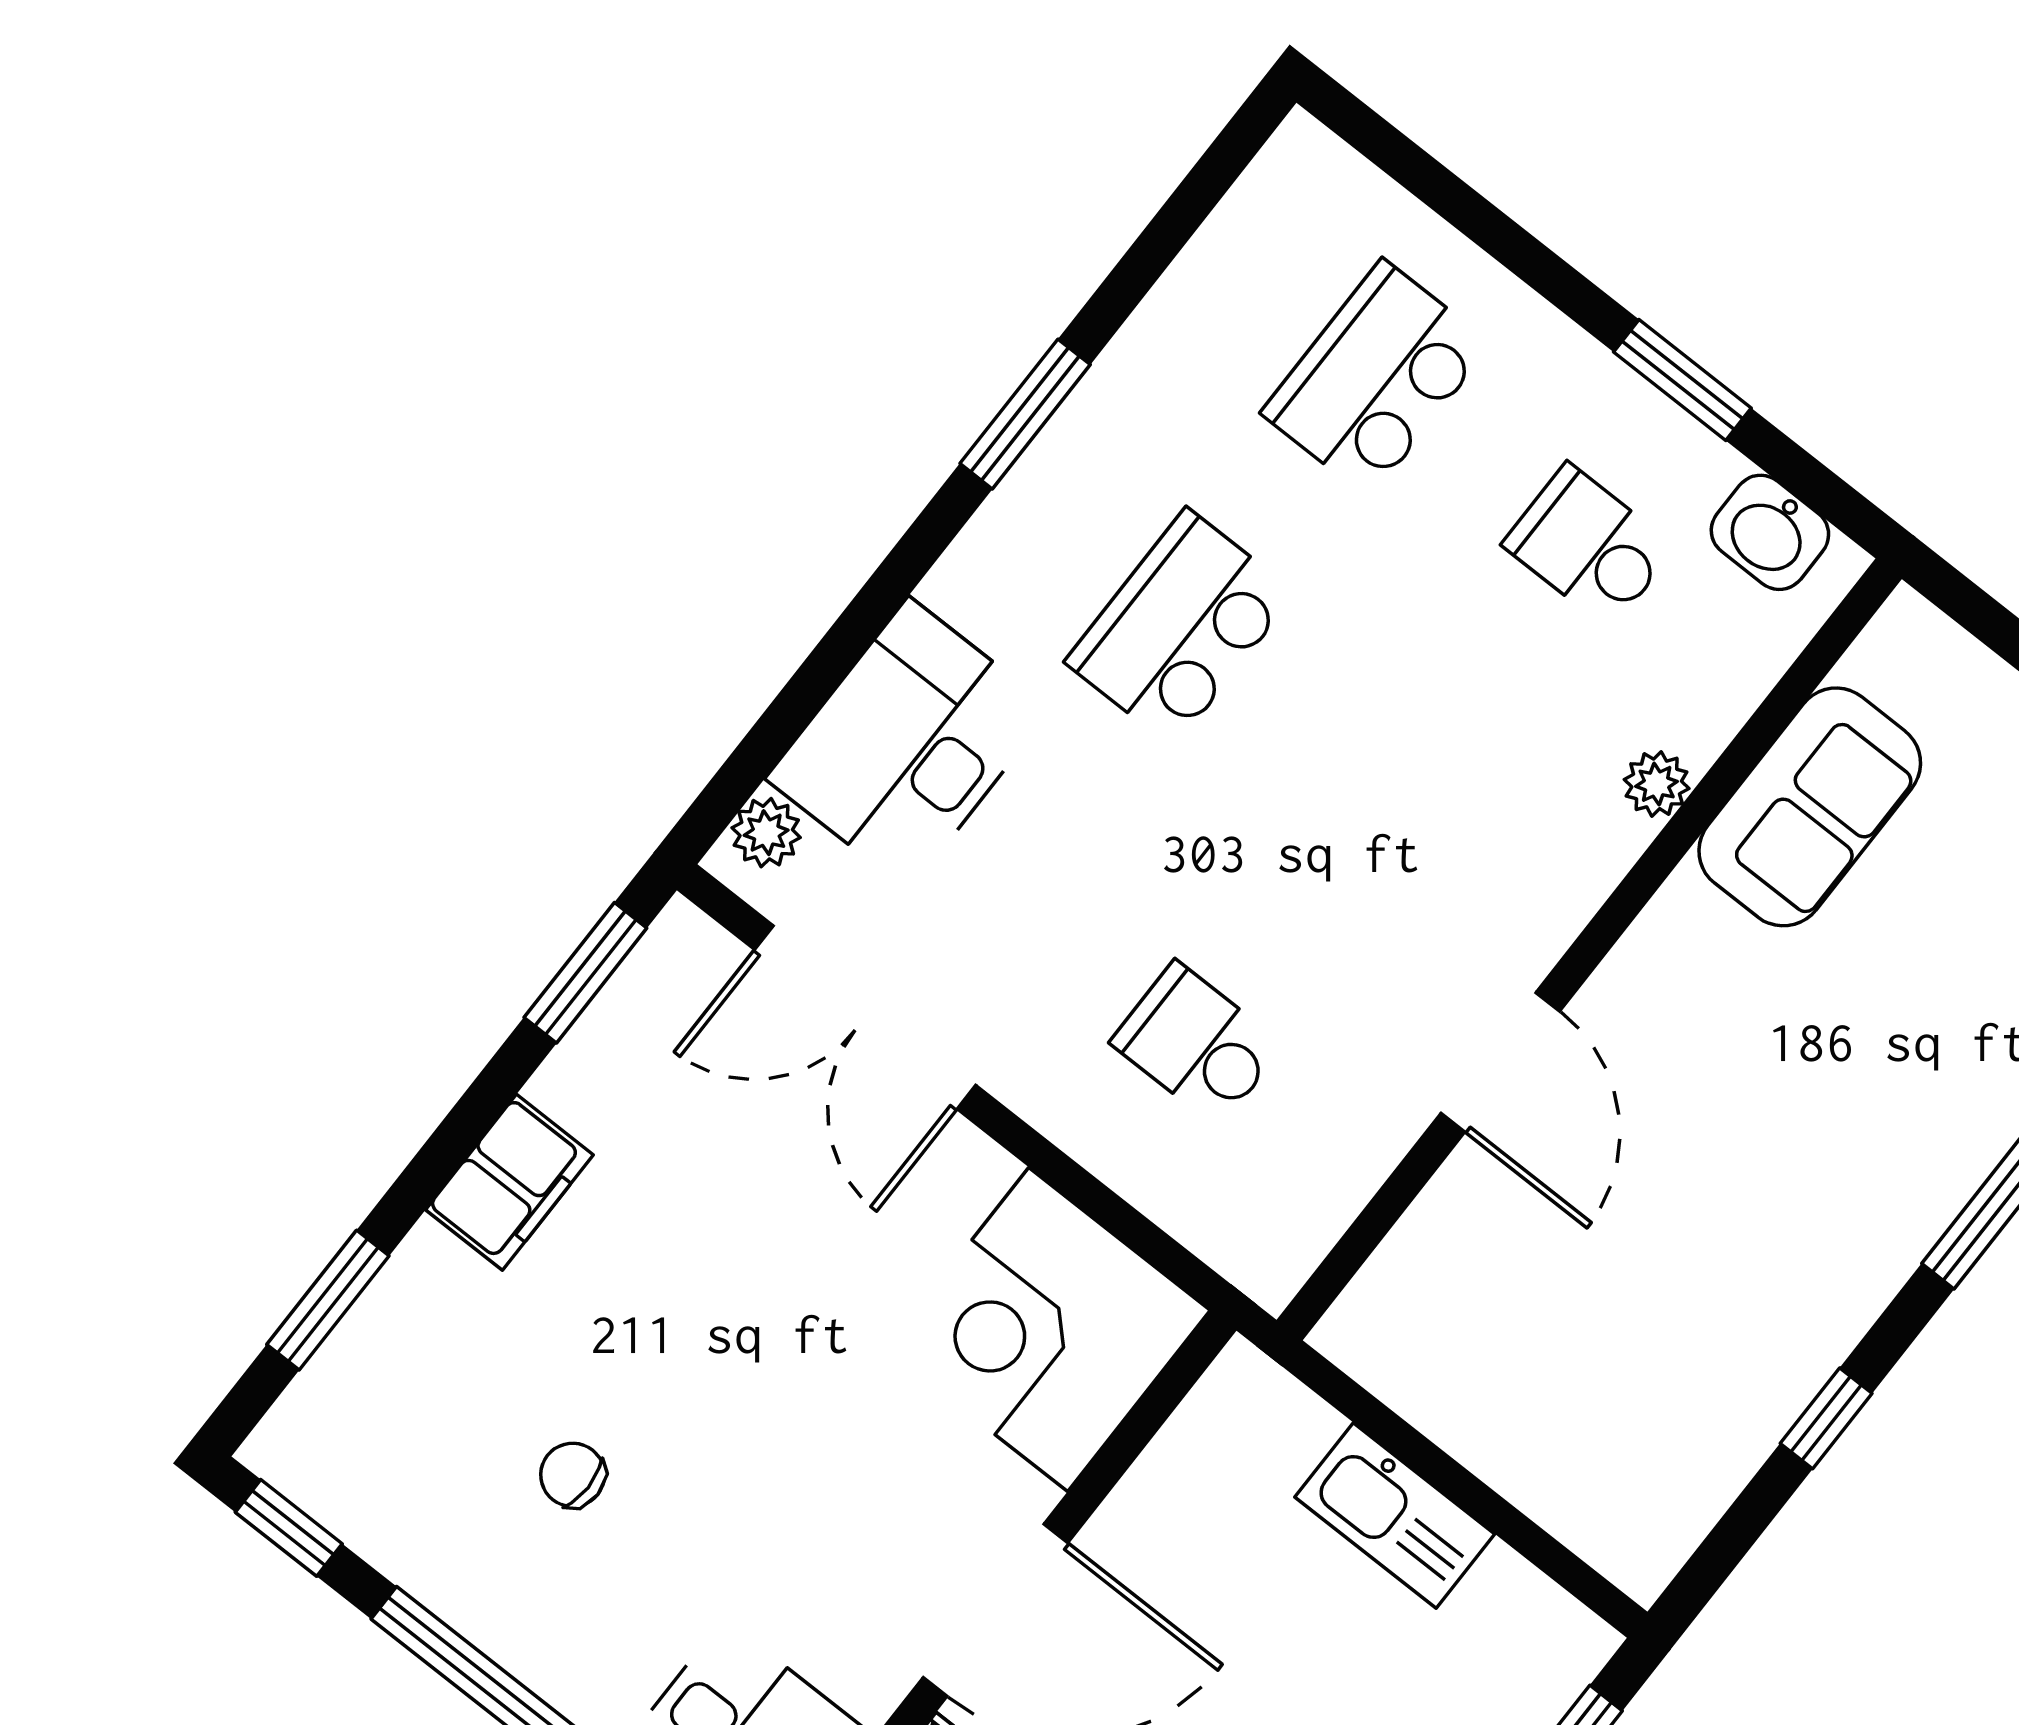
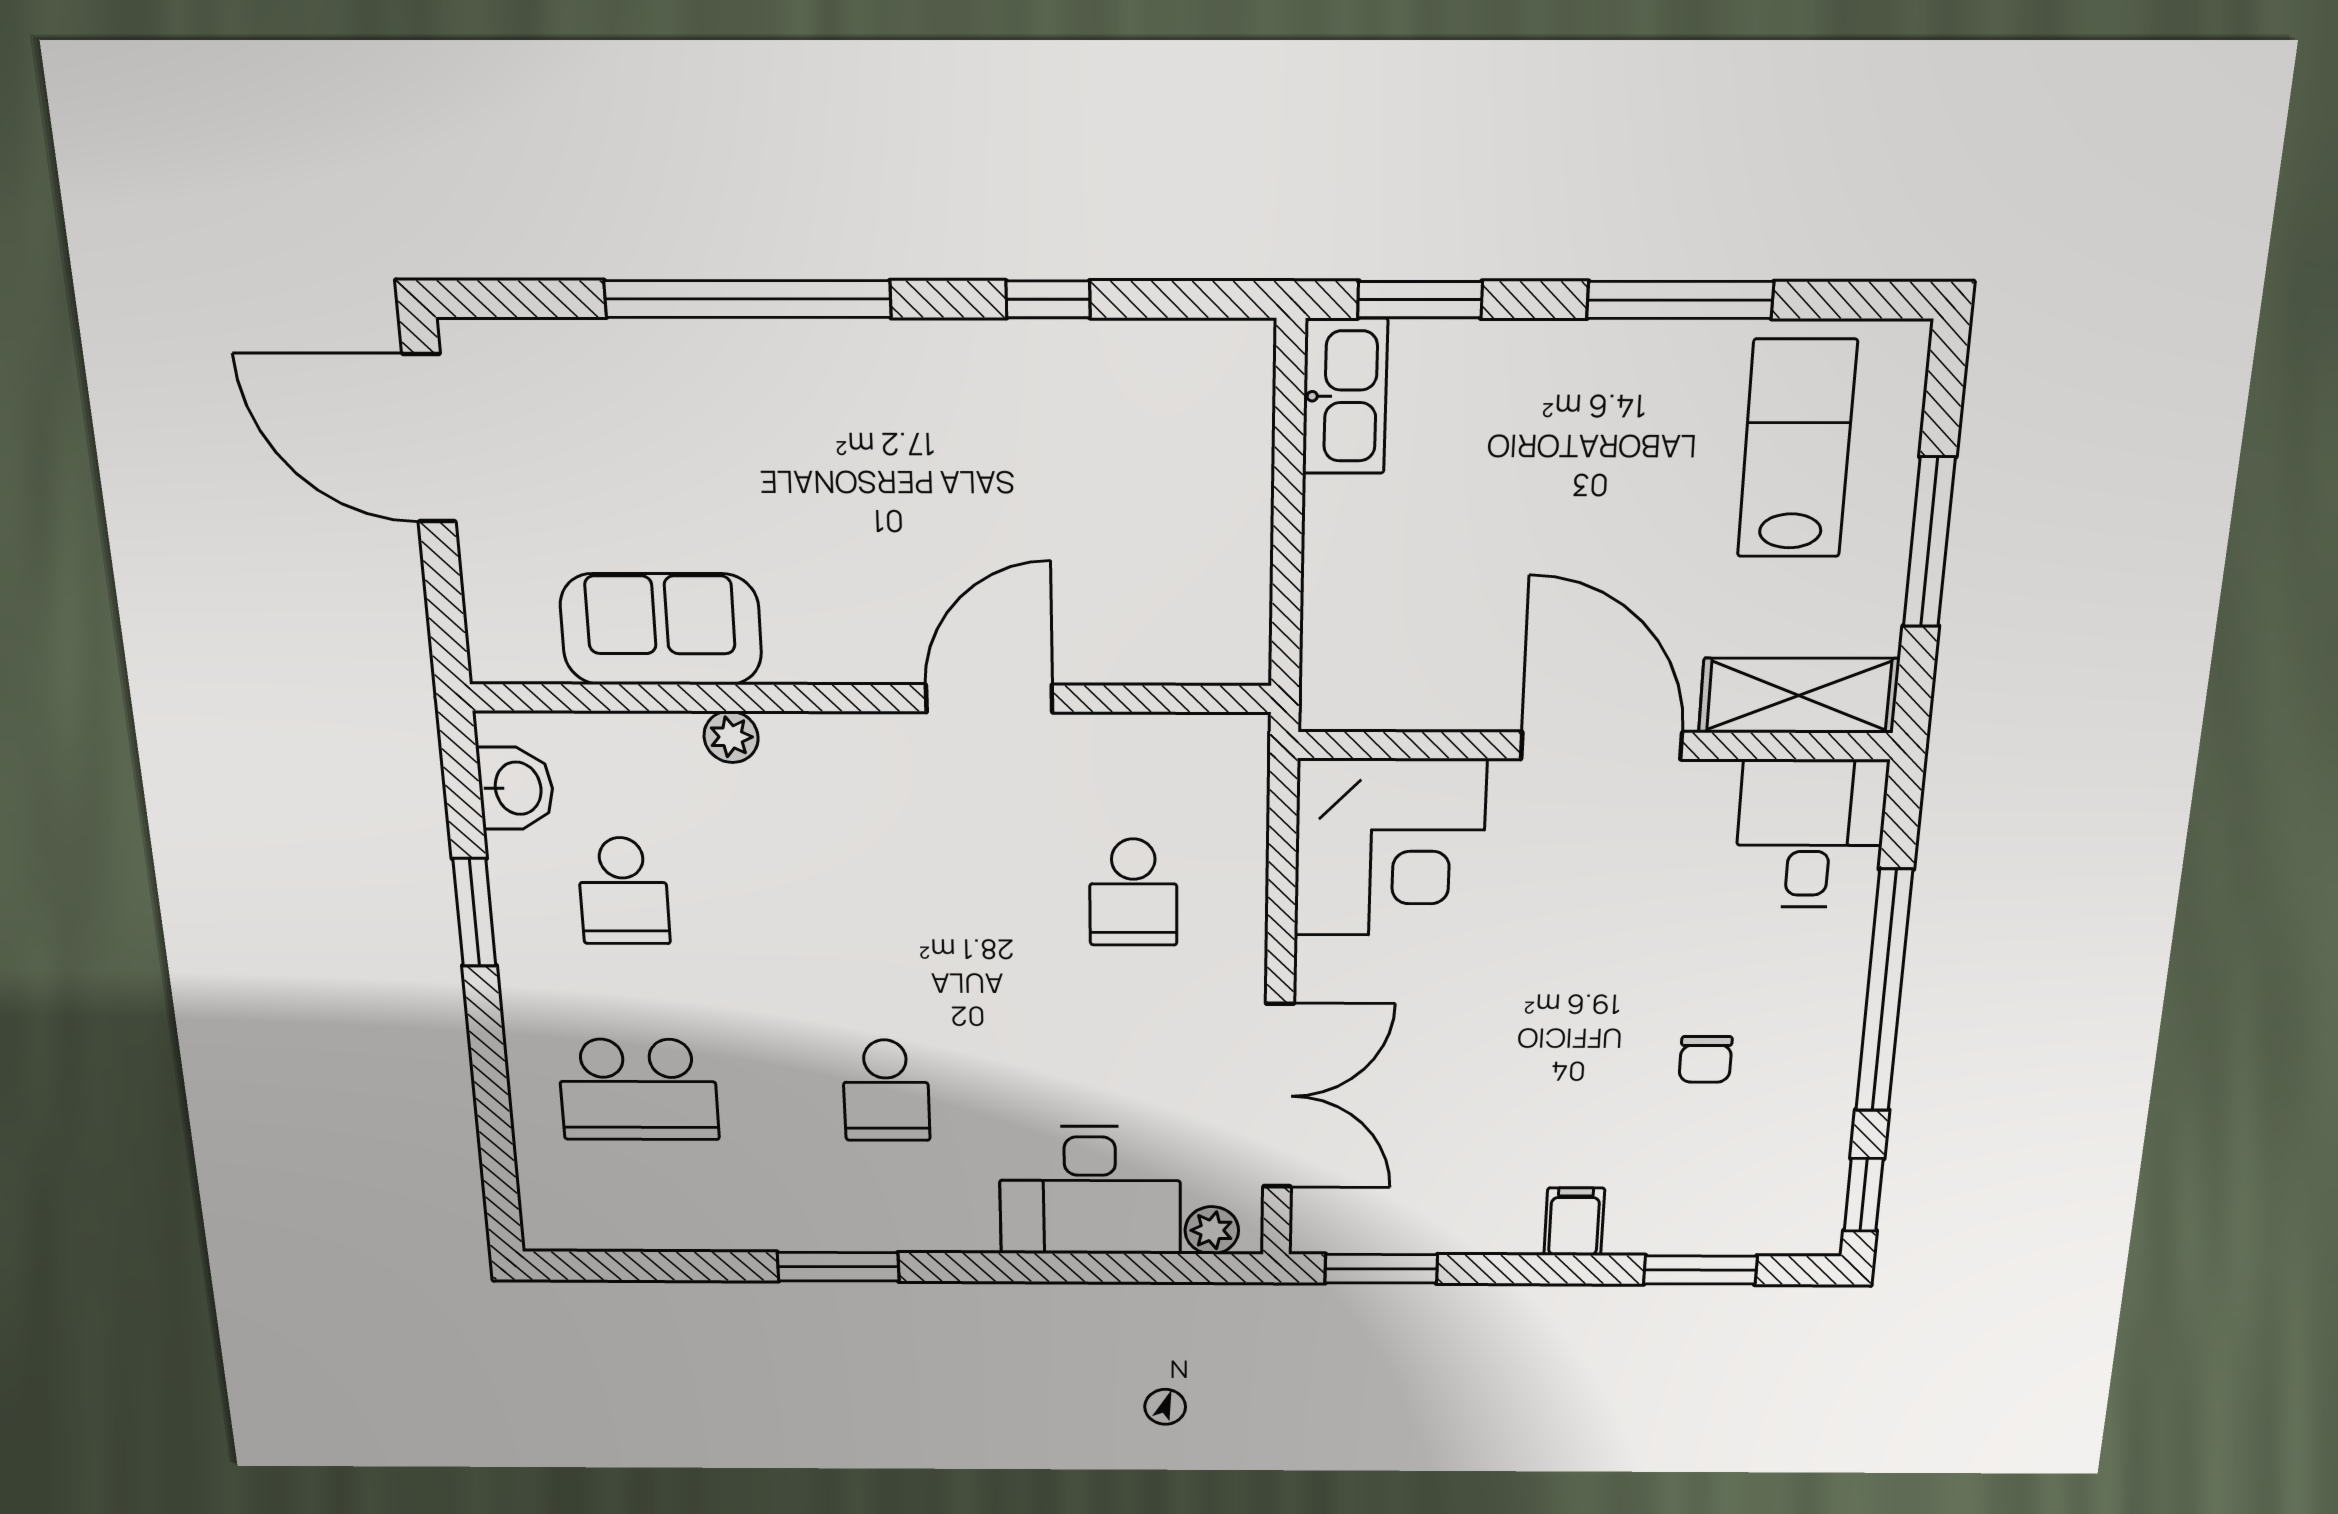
school desk: (1180, 628) -> (886, 1090), width x0.54
filing cabinet: (509, 1182) -> (1574, 1222), width x0.50
kitchen sink: (1395, 1515) -> (1345, 396), moved

